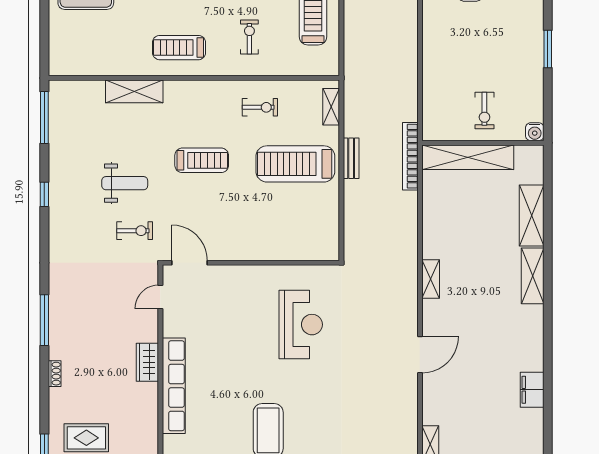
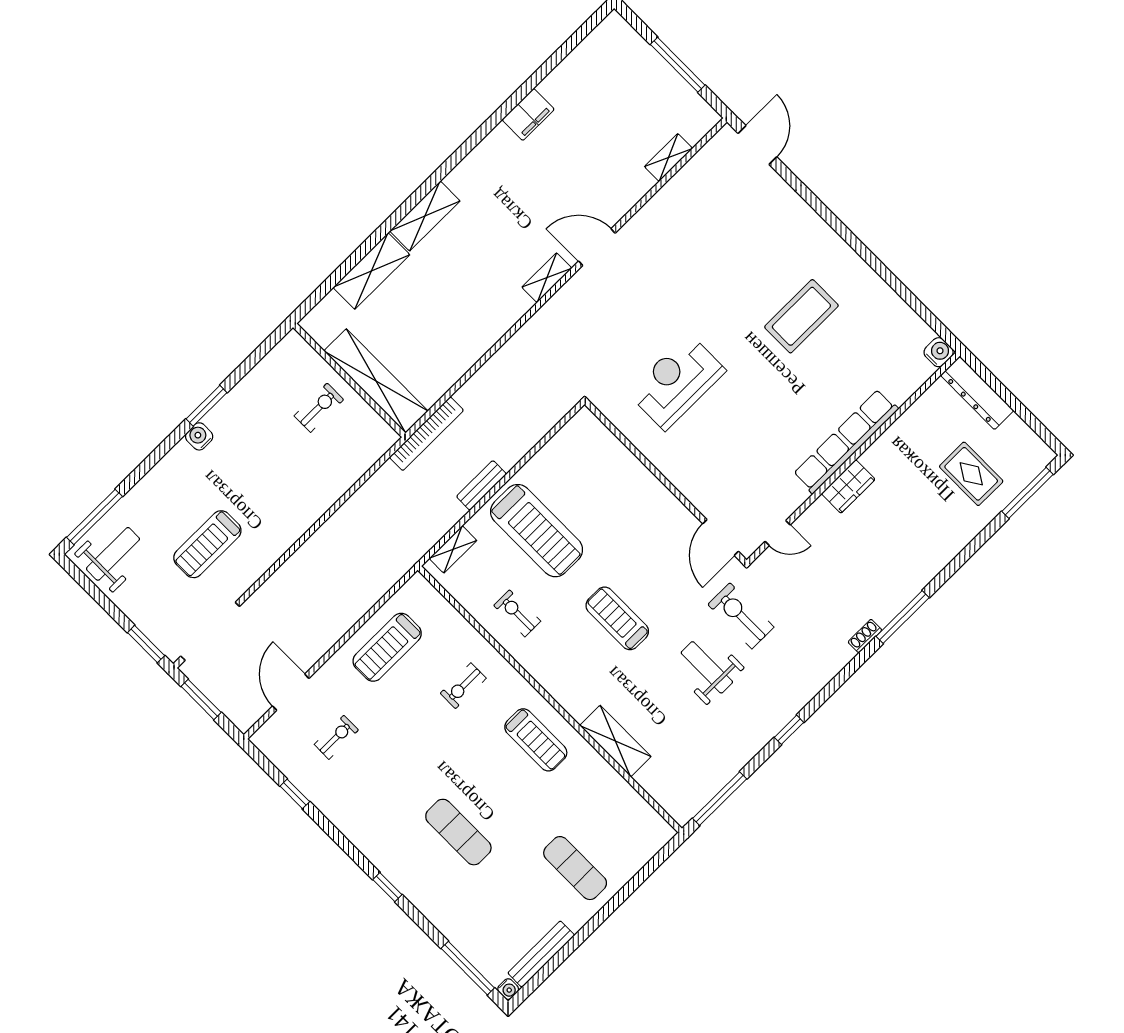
water cooler: (535, 132) -> (199, 436), moved, turned -90
exercise bike: (135, 231) -> (741, 616), width x1.38, depth x1.39
shelving: (431, 279) -> (547, 278), moved
shoe rack: (55, 374) -> (865, 636), moved

